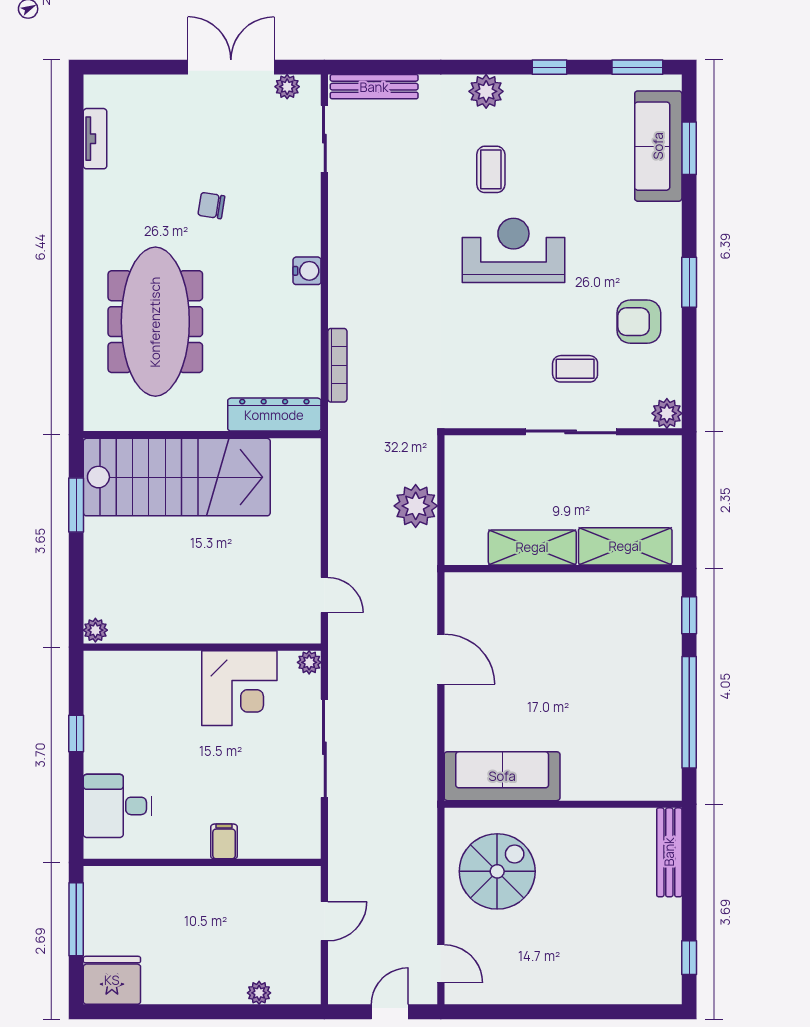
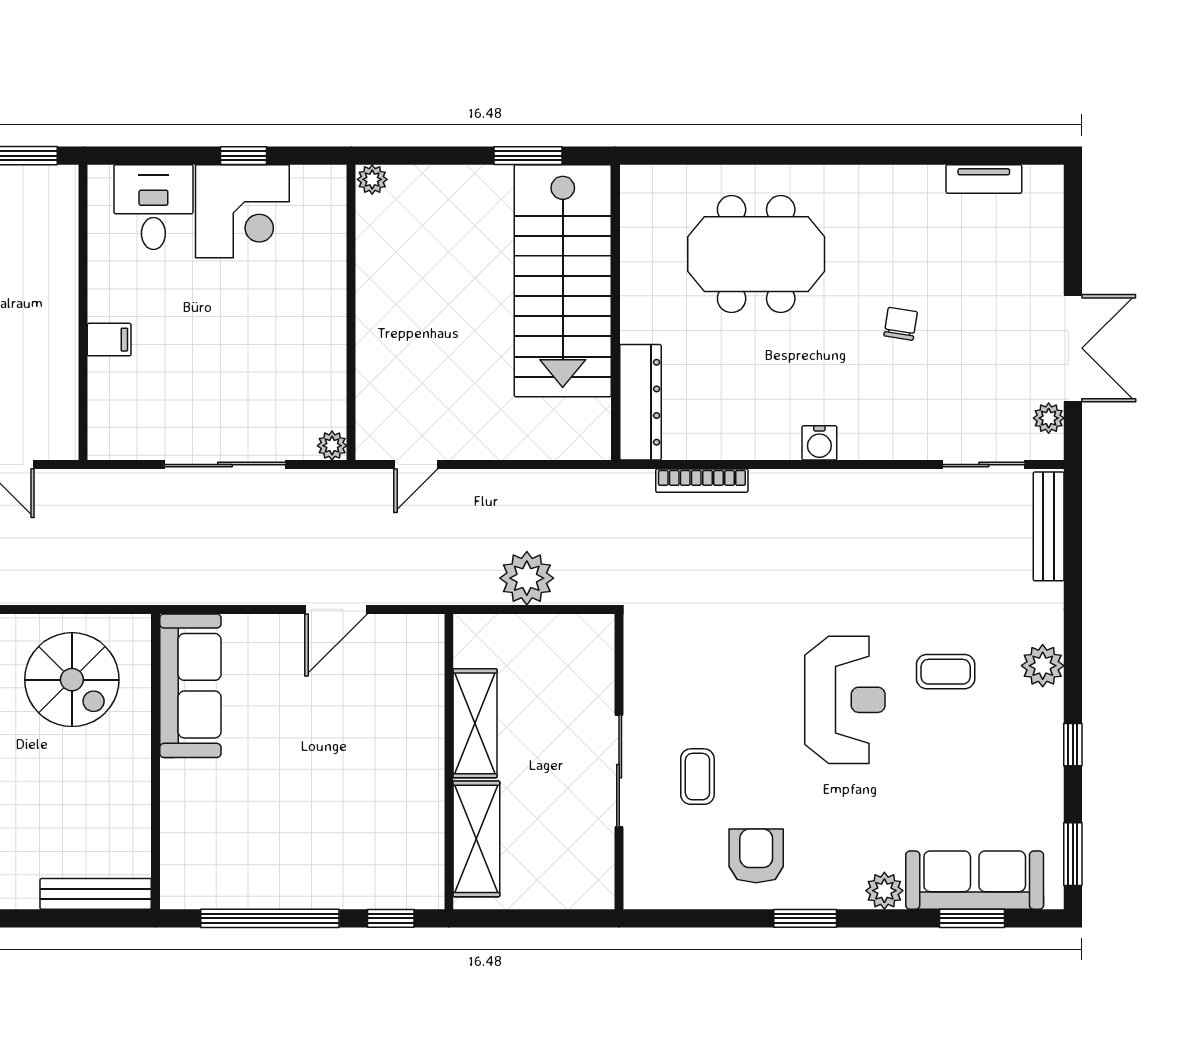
meeting table: (155, 322) -> (756, 254), width x0.73
plant: (667, 413) -> (884, 891), moved
corner desk: (239, 688) -> (242, 211), moved, turned -90

